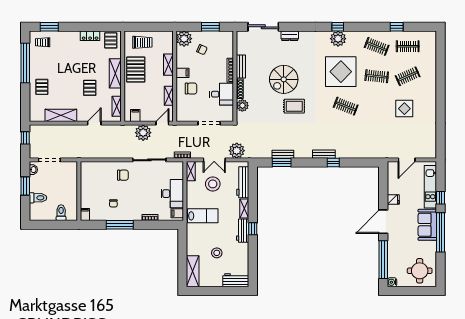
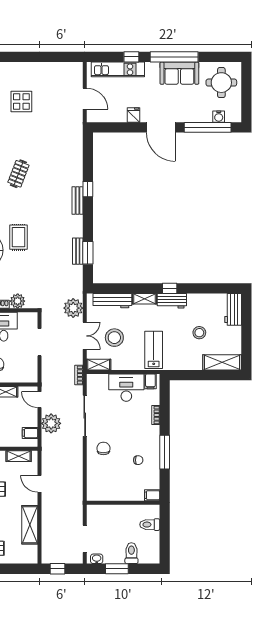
sofa: (427, 225) -> (179, 73), moved
water cooler: (392, 282) -> (219, 117), moved

